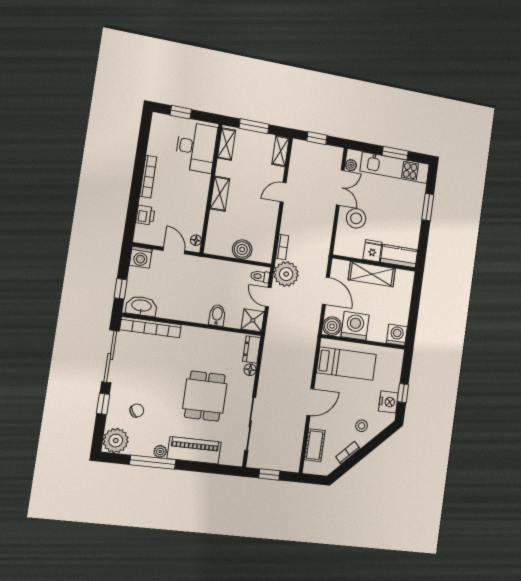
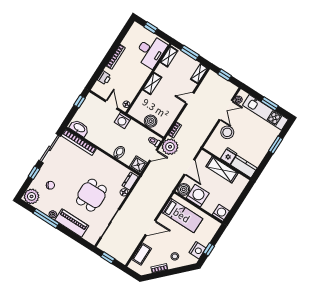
washing machine: (141, 257) -> (122, 120), moved
window: (121, 289) -> (80, 102), moved
door: (268, 297) -> (153, 155), swing flipped

